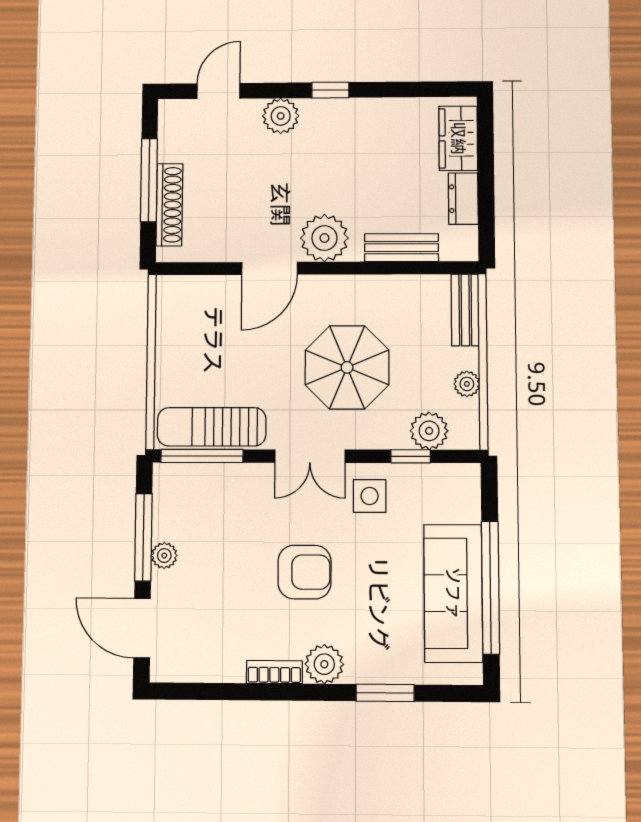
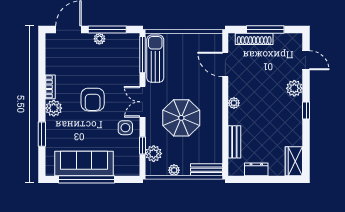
wardrobe: (458, 138) -> (294, 161), moved, turned -90
plant: (324, 238) -> (234, 103), width x0.53, depth x0.53
door: (270, 268) -> (225, 64), moved

